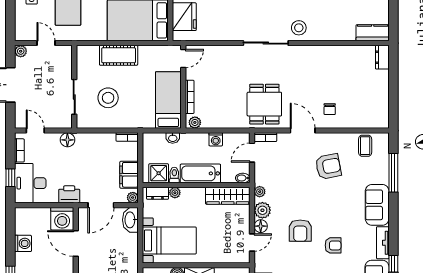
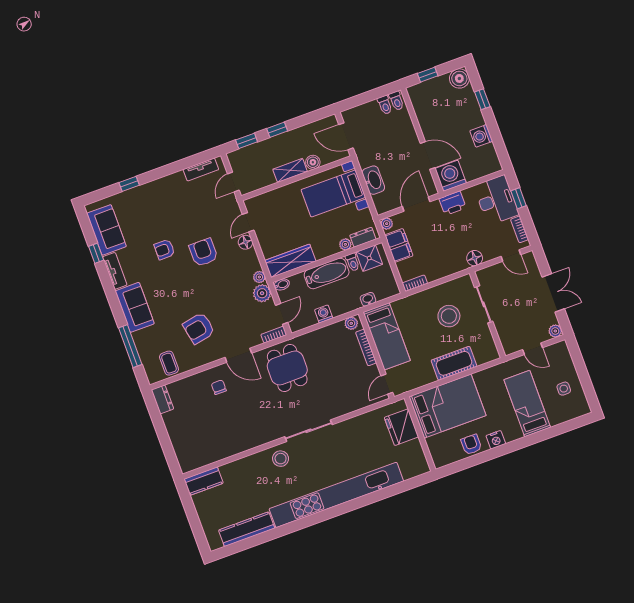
dresser: (382, 57) -> (162, 399), moved
plant: (262, 210) -> (262, 293), moved
washbasin: (130, 220) -> (373, 180), moved

